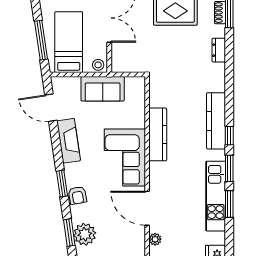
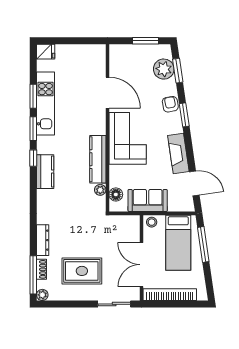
dresser: (219, 50) -> (43, 240), width x1.44
floor lamp: (138, 95) -> (116, 194), added
kitchen counter: (216, 121) -> (45, 172), width x0.67
plant: (155, 239) -> (100, 190), moved

